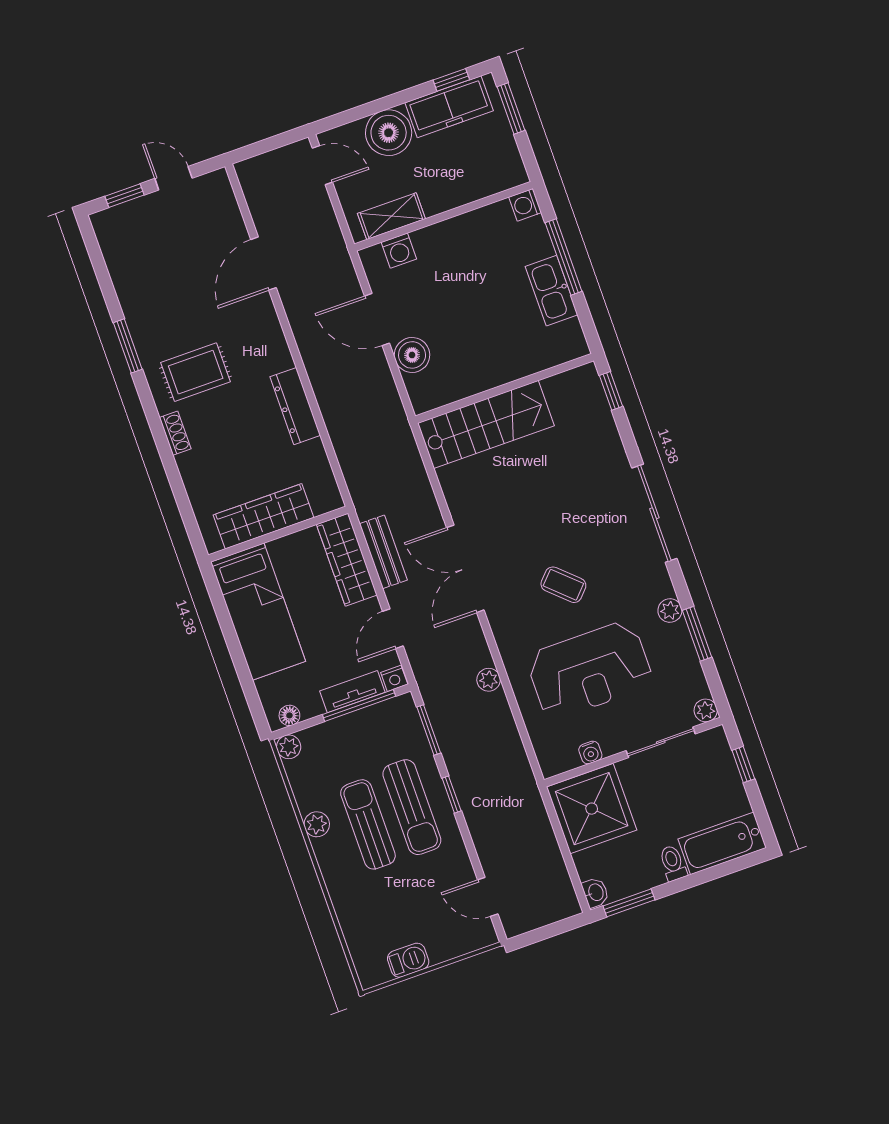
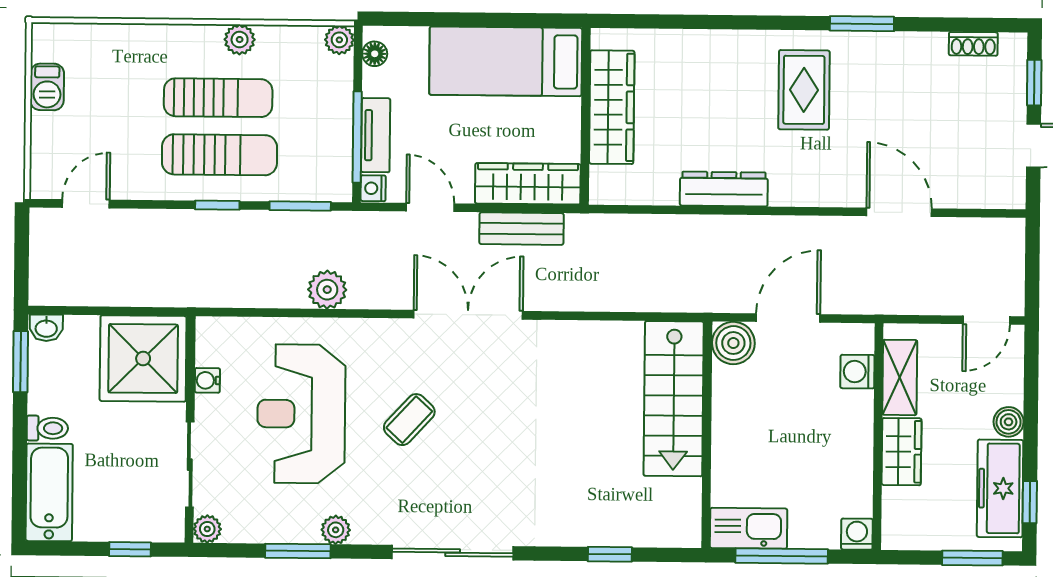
boiler: (389, 133) -> (1009, 422), width x0.54, depth x0.54
wardrobe: (449, 194) -> (902, 452), added
wall: (505, 388) -> (707, 435), moved
stairs: (486, 424) -> (674, 399), moved
shoe rack: (175, 433) -> (973, 44), moved
plant: (489, 680) -> (327, 290), width x1.38, depth x1.38
sun lounger: (412, 807) -> (219, 155), turned 180

